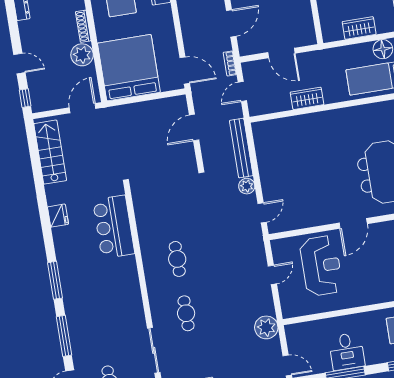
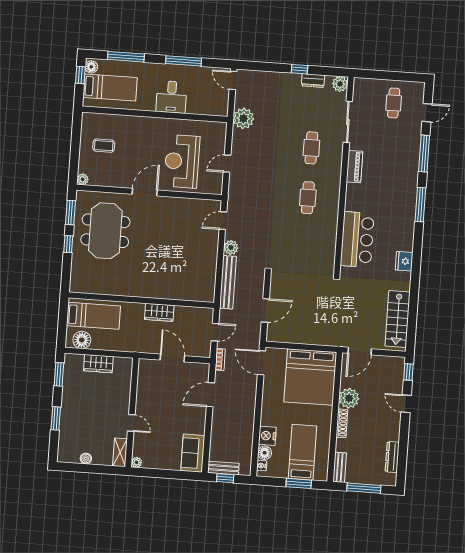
piano: (135, 304) -> (354, 167), added
desk: (347, 351) -> (171, 97), moved, turned 180

